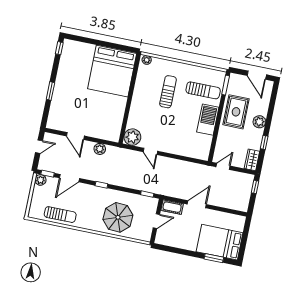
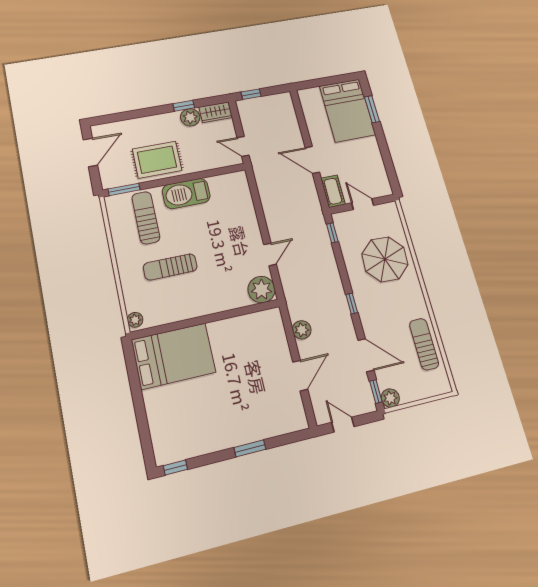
bed: (112, 71) -> (173, 356), width x0.73
plant: (259, 122) -> (190, 117), moved

